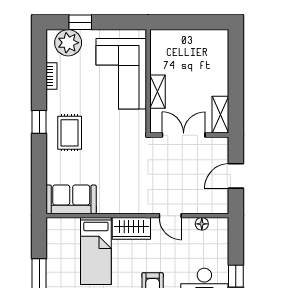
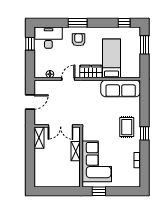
window: (80, 22) -> (99, 191), moved
plant: (68, 43) -> (128, 179), removed
sofa: (71, 199) -> (121, 88), width x1.36
door: (170, 216) -> (68, 79), hinge flipped

